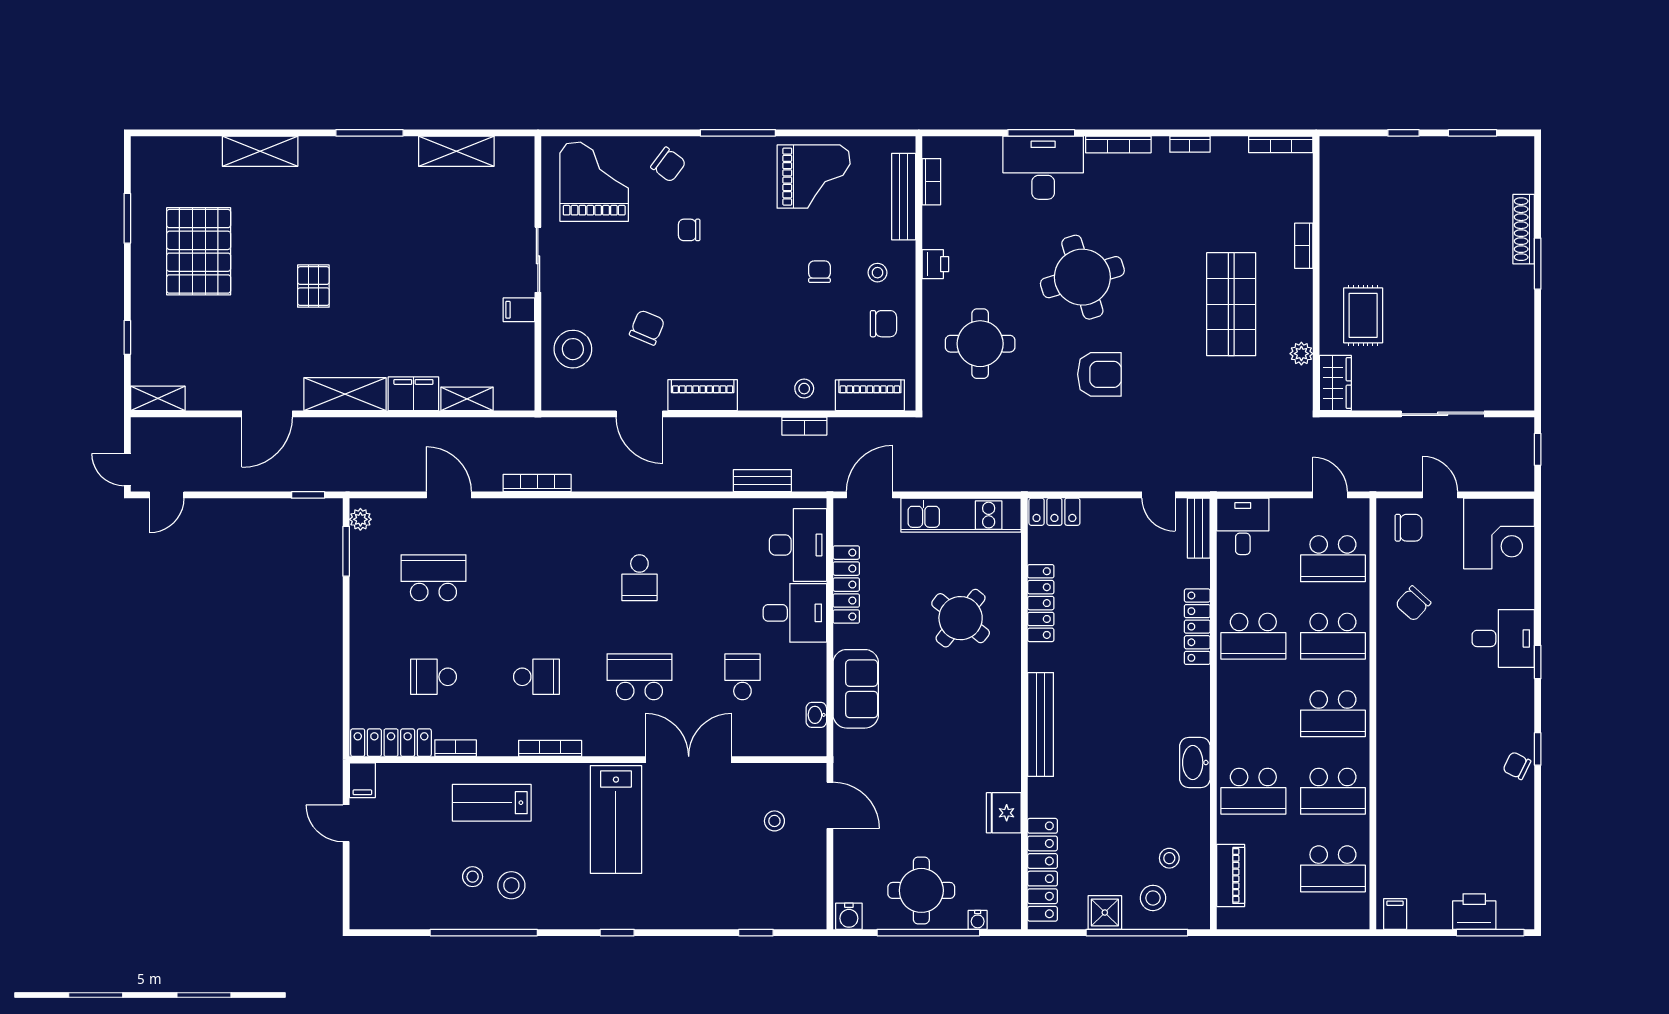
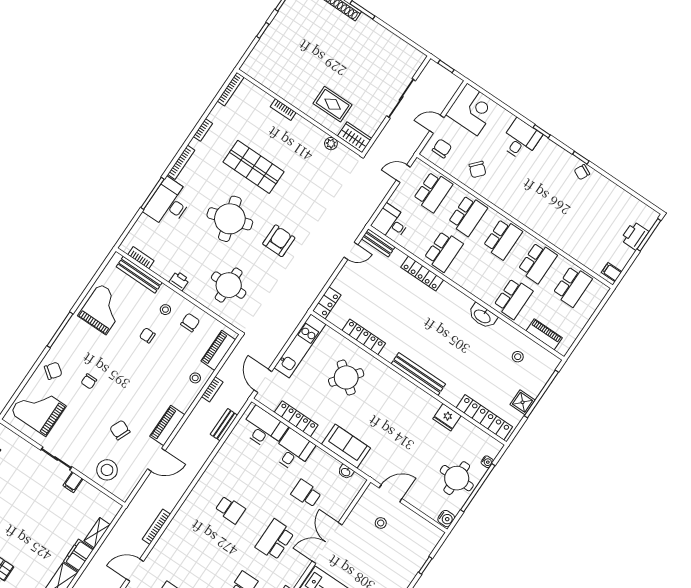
shop shelf: (1231, 304) -> (253, 167), moved
stool: (1153, 898) -> (531, 376), removed

